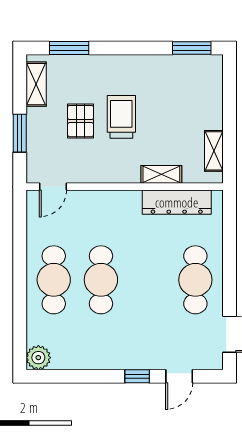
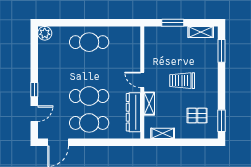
trolley: (121, 117) -> (182, 81), turned 180
pallet: (81, 121) -> (197, 115), moved
door: (53, 187) -> (142, 80), moved
cafe table: (101, 280) -> (89, 96), moved
door: (179, 376) -> (34, 114), swing flipped

